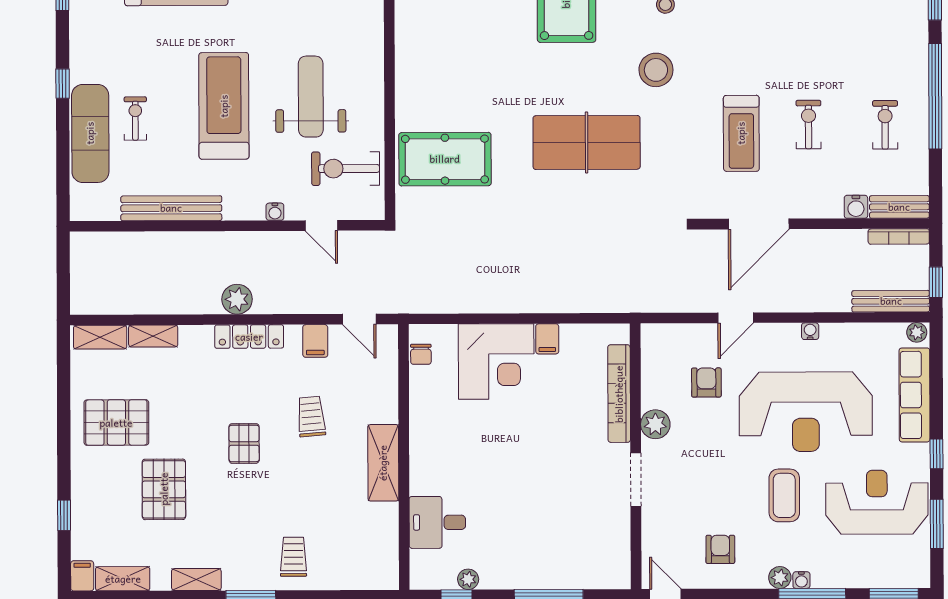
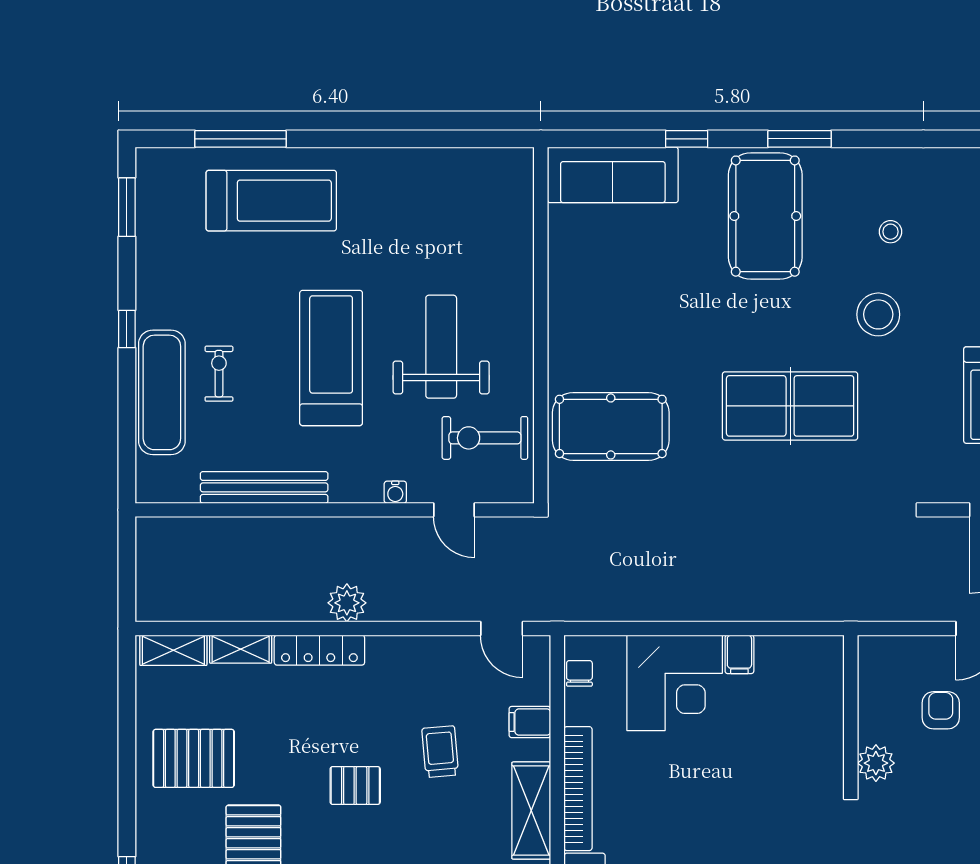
locker: (249, 337) -> (319, 650), moved
filing cabinet: (315, 341) -> (530, 722), moved, turned 90
chair: (421, 354) -> (579, 673), turned 180
bookcase: (619, 394) -> (578, 789), moved, turned 180
pallet: (244, 443) -> (355, 785), turned 90

